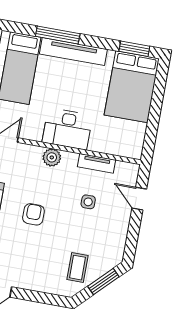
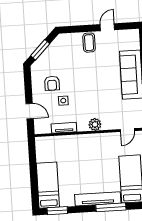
bed: (132, 87) -> (48, 185), width x0.67
desk: (67, 129) -> (89, 146), removed
armchair: (33, 214) -> (52, 83), moved
coffee table: (78, 268) -> (89, 43), moved

